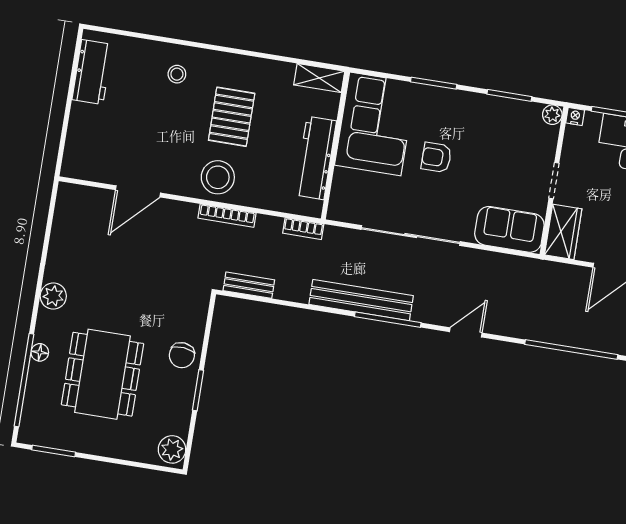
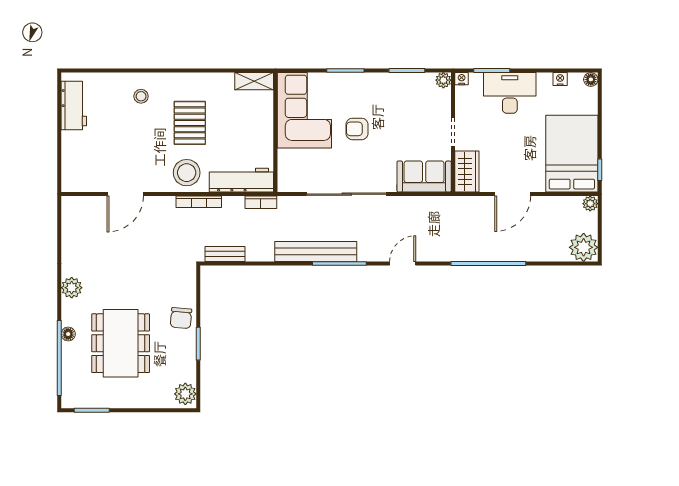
workbench: (316, 158) -> (241, 180), moved, turned 90

